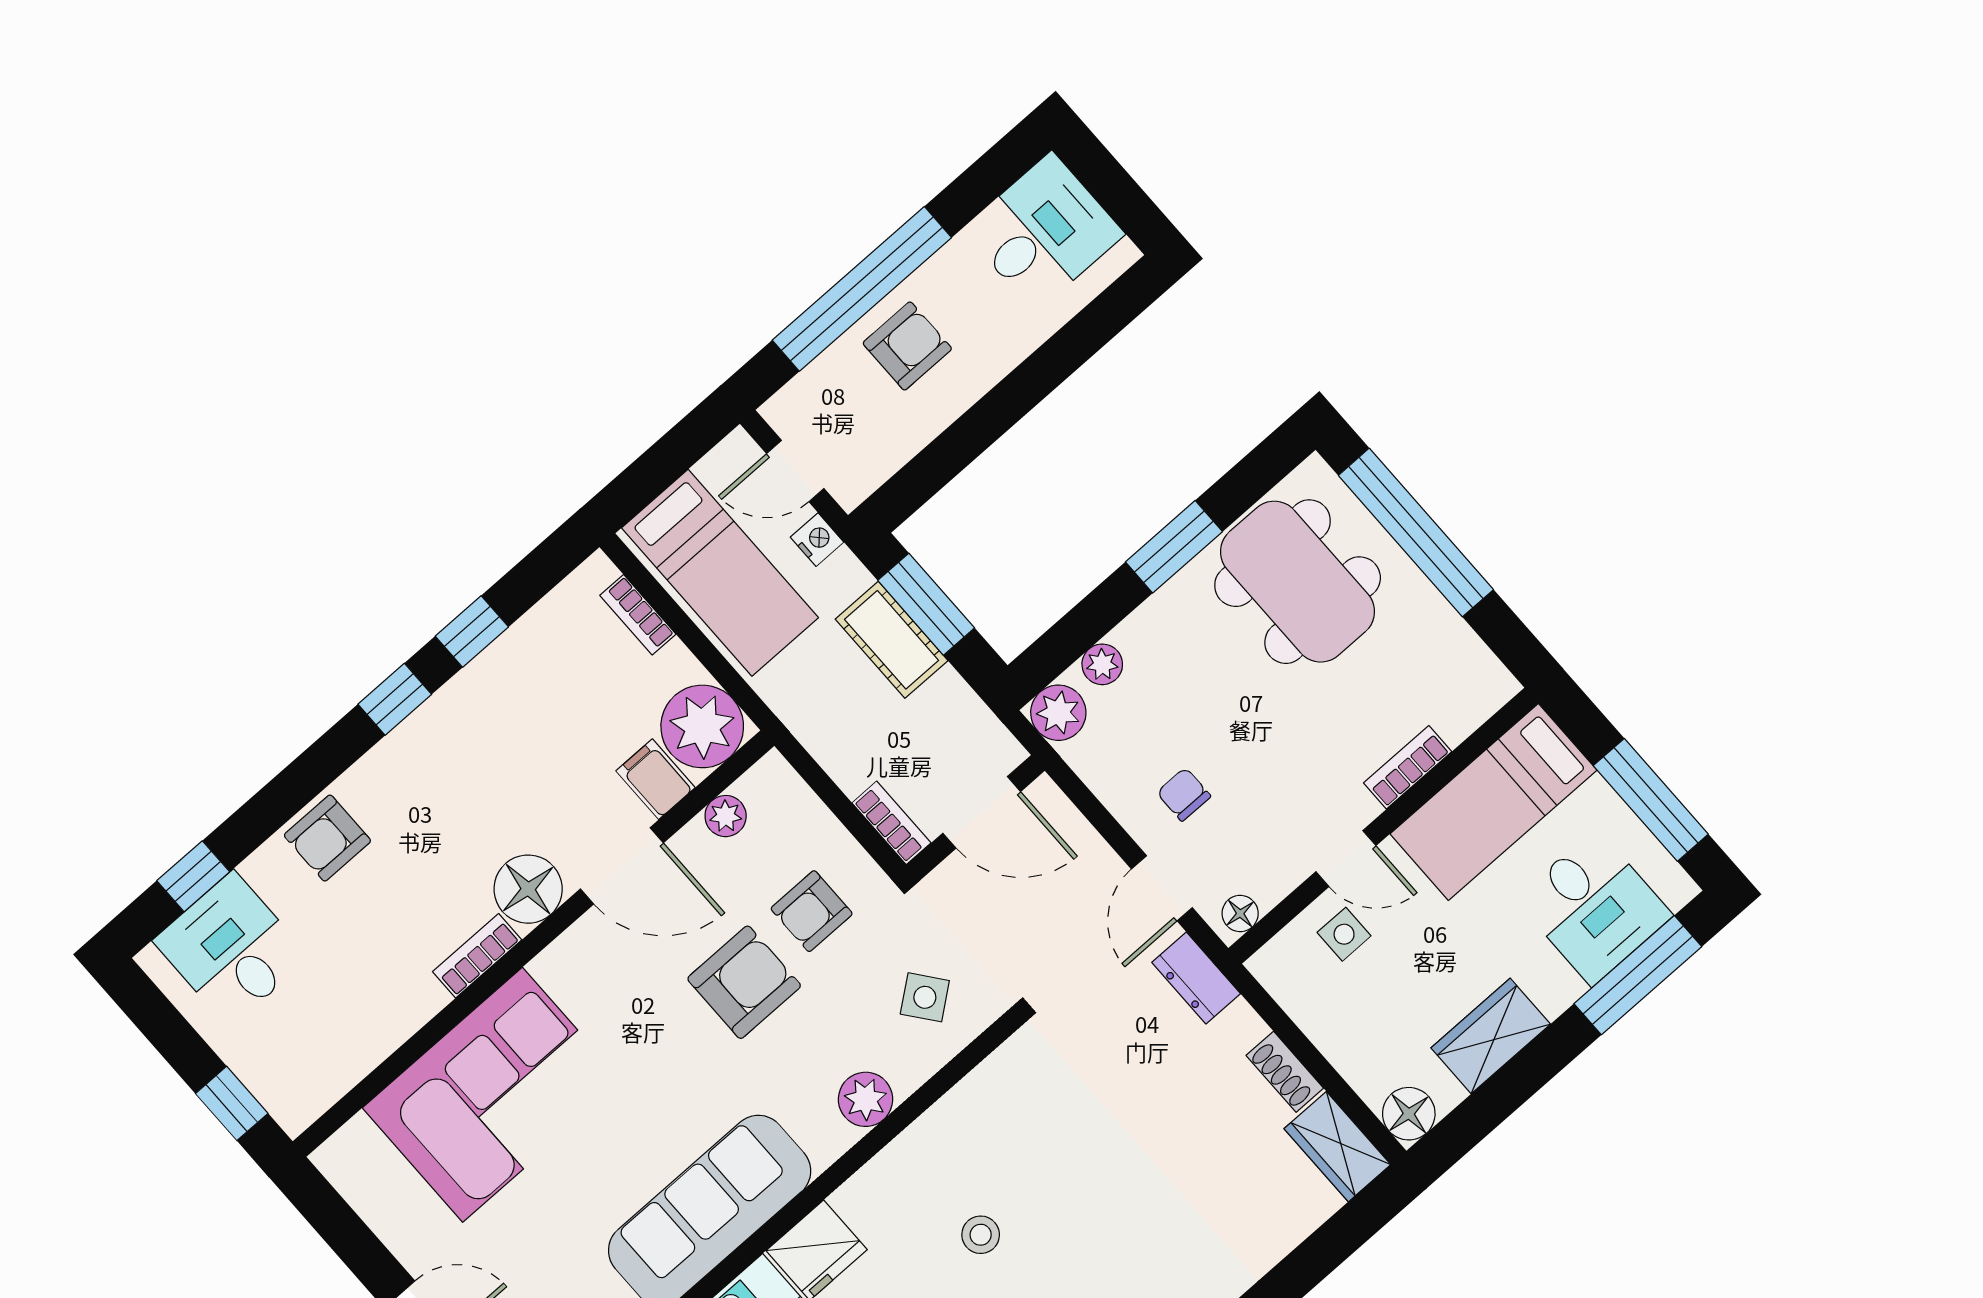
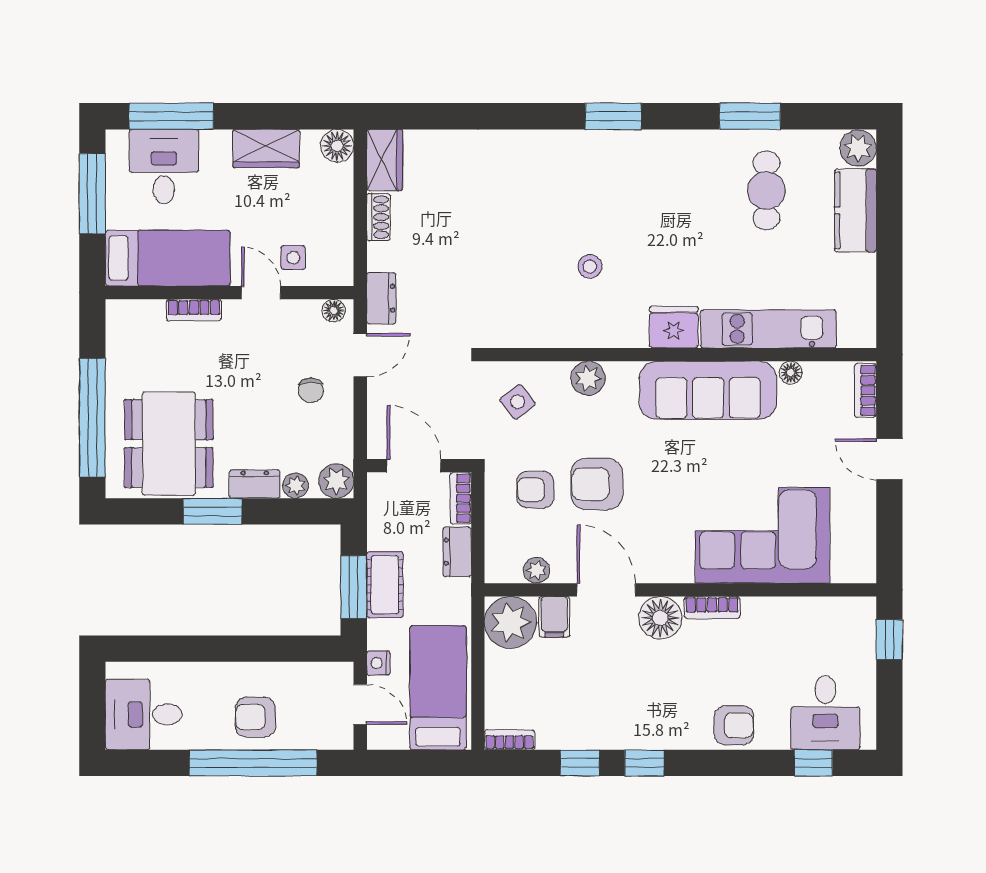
bookcase: (638, 615) -> (509, 740), moved, turned -90
dresser: (1152, 623) -> (255, 484), added
dresser: (840, 755) -> (457, 552), added
armchair: (812, 911) -> (535, 490), turned 180

